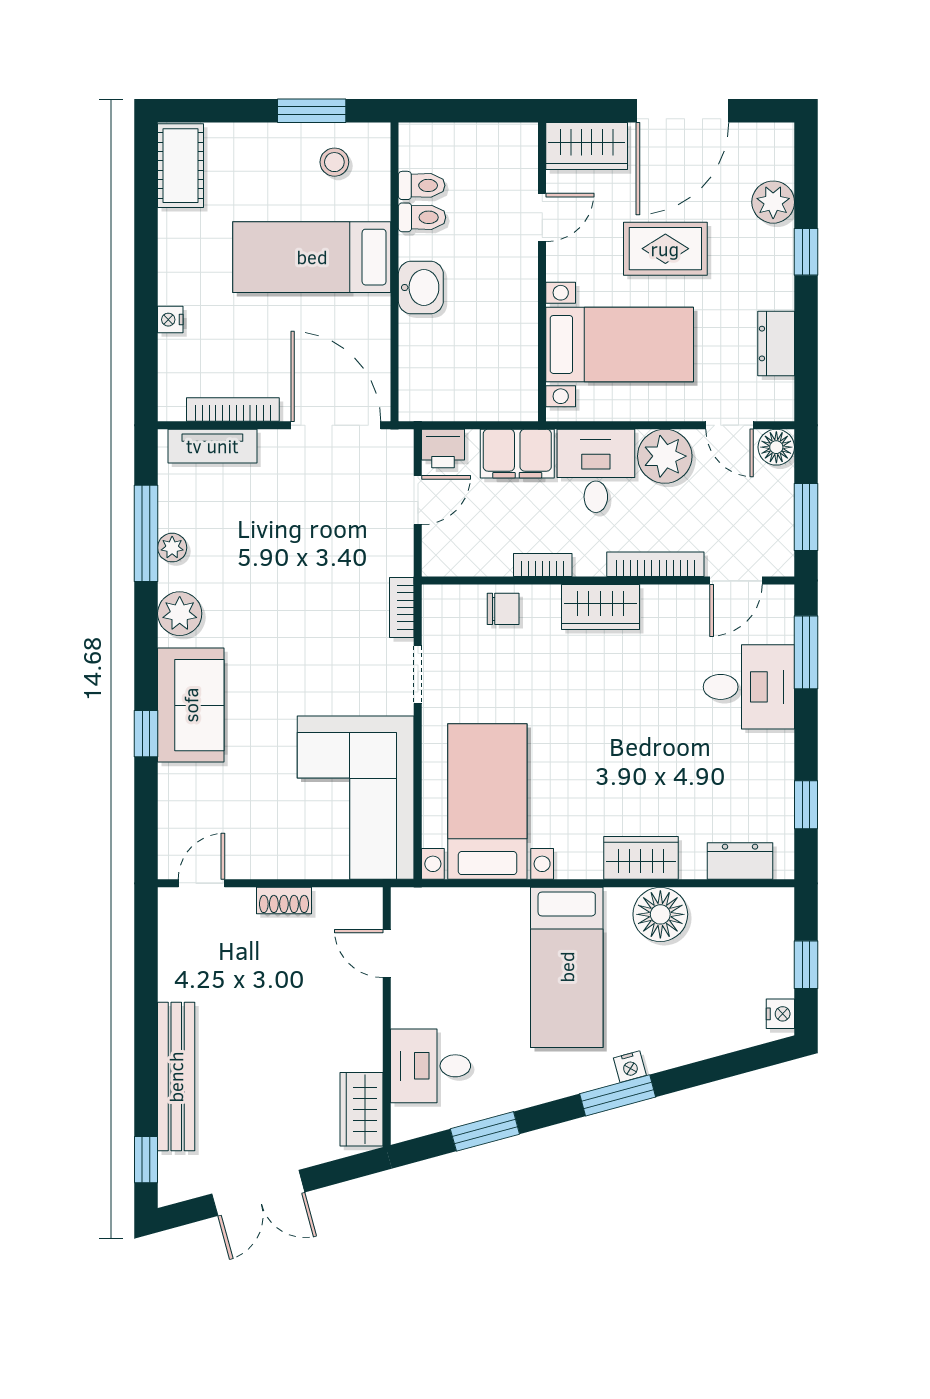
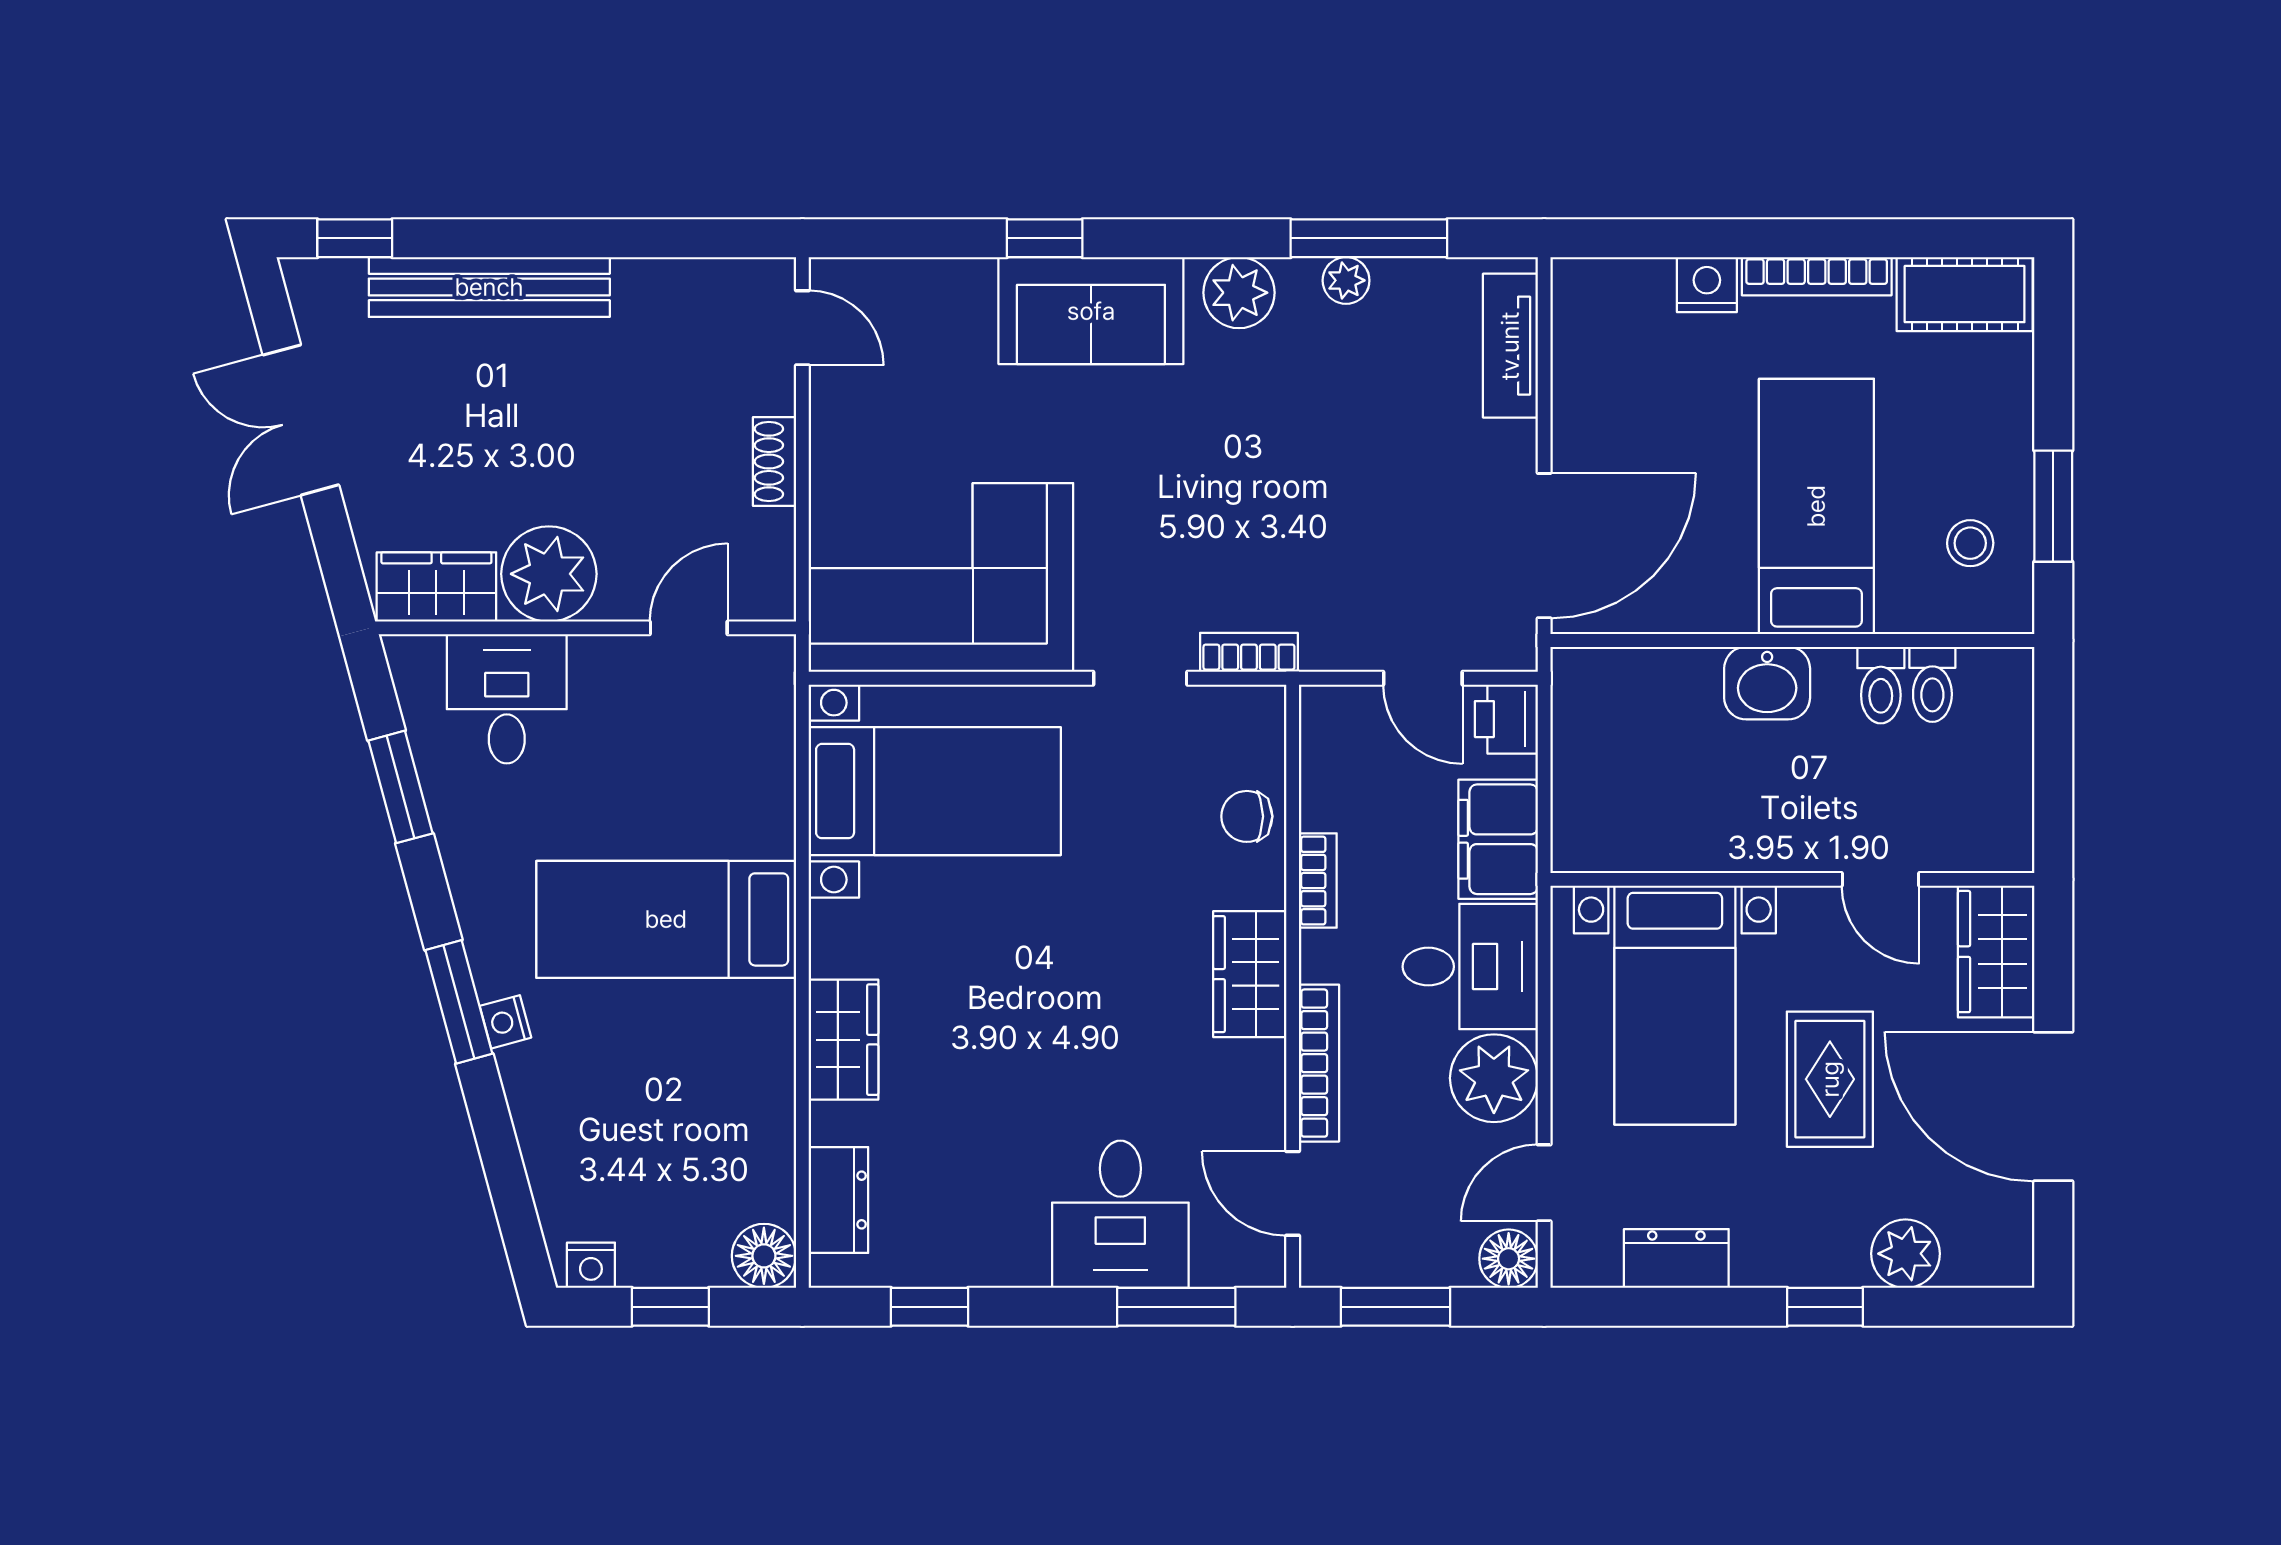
nightstand: (170, 320) -> (1707, 285), width x1.39, depth x1.35
bookcase: (233, 410) -> (1817, 276), moved, turned 90
chair: (503, 609) -> (1247, 816), turned 90
floor lamp: (660, 914) -> (764, 1256), moved, width x0.73, depth x0.73
plant: (353, 1040) -> (549, 574), added

